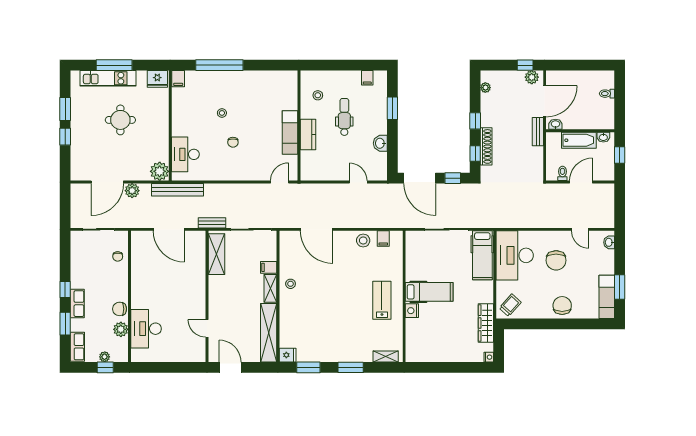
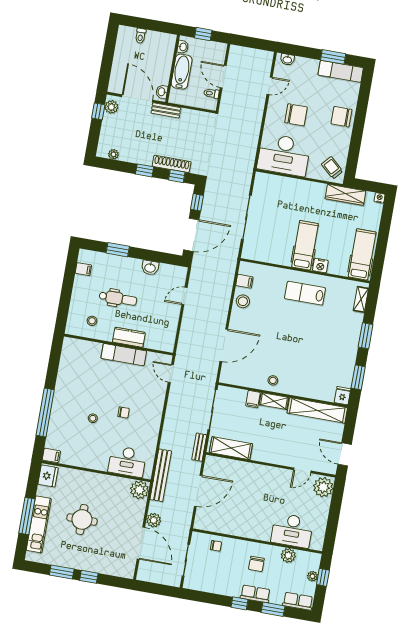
dental chair: (344, 117) -> (118, 298), turned 180
hospital bed: (482, 255) -> (362, 254), moved, turned -90
chair: (120, 309) -> (256, 564), moved
plant: (194, 352) -> (323, 487), added
door: (230, 367) -> (345, 454), hinge flipped

